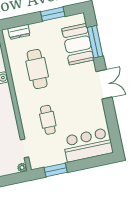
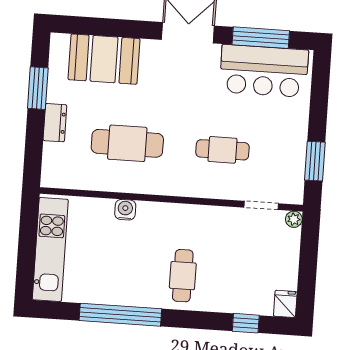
dresser: (19, 32) -> (55, 123), moved
window: (95, 42) -> (261, 38), moved
bar counter: (88, 145) -> (264, 71), moved, turned -90

